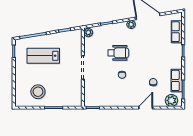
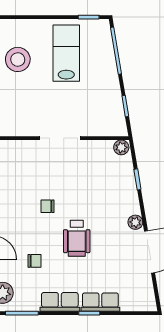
row of seats: (177, 32) -> (100, 302), moved
wheelchair: (118, 53) -> (77, 238), moved
lab bench: (43, 56) -> (66, 53), moved
row of seats: (177, 80) -> (60, 302), moved

